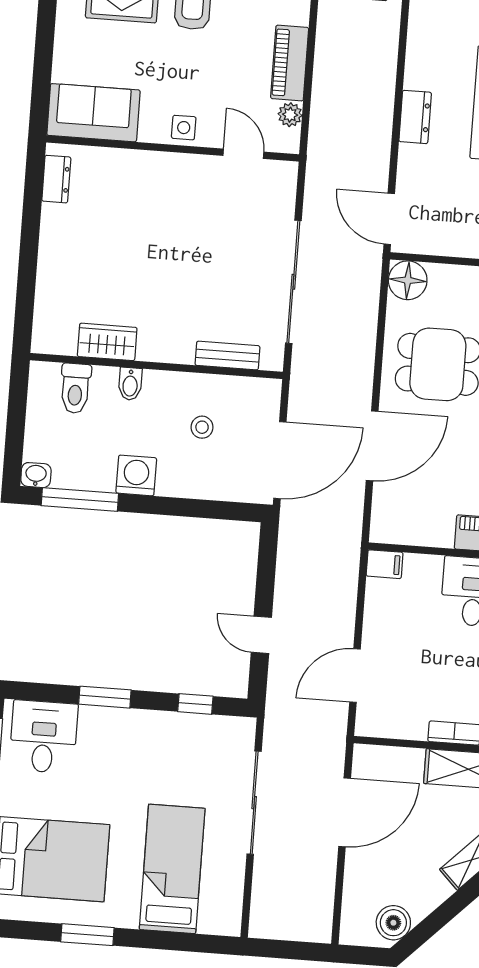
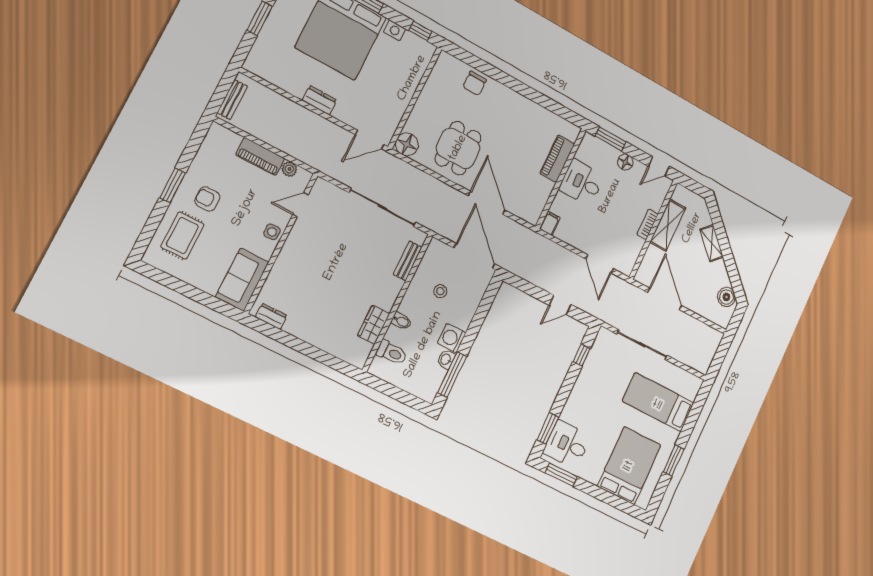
washbasin: (36, 475) -> (446, 359), moved
window: (105, 697) -> (548, 428), moved

